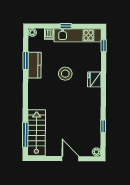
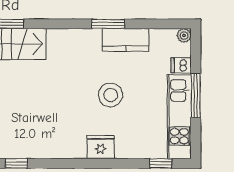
window: (66, 26) -> (196, 95), width x2.17
window: (26, 61) -> (108, 24), moved

